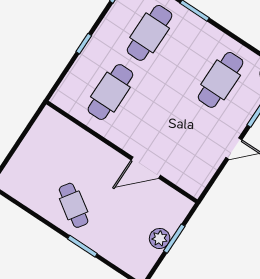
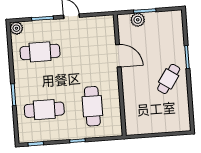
cafe table: (110, 92) -> (92, 106), turned 90
plant: (160, 238) -> (138, 20), moved

